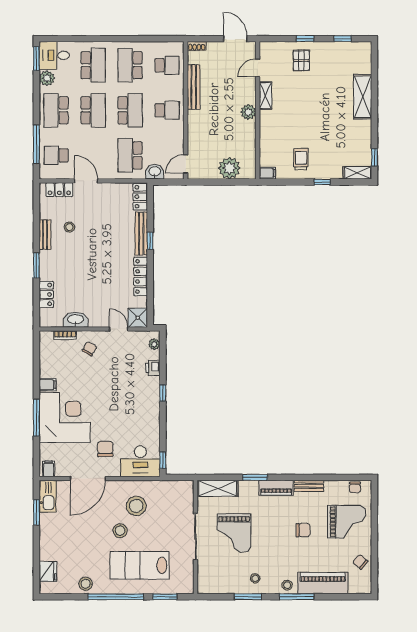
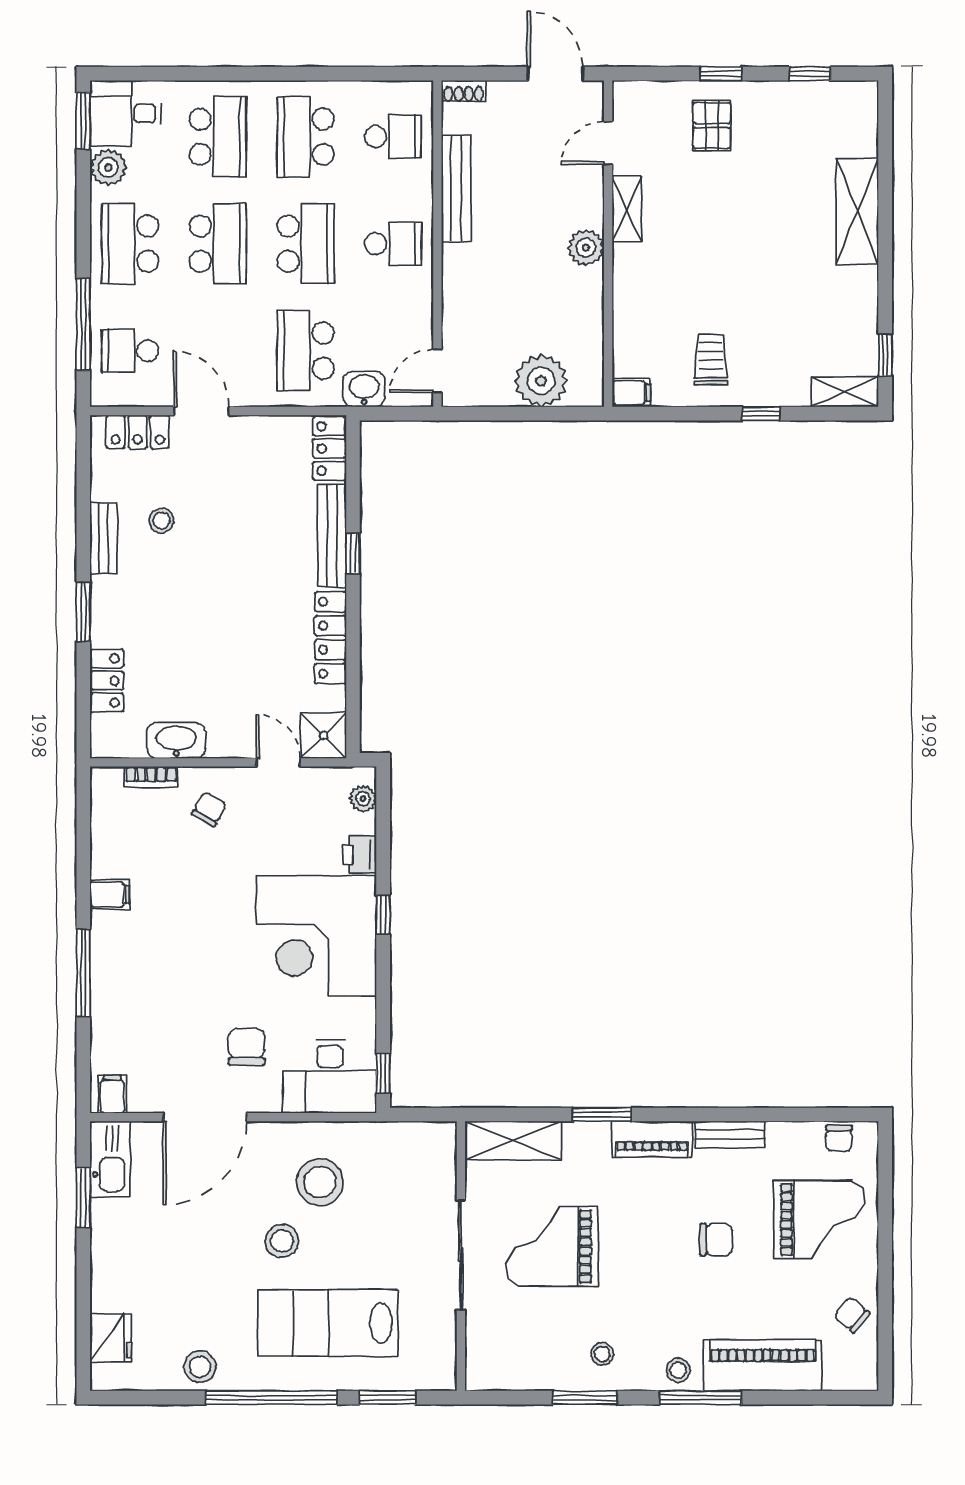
corner desk: (65, 417) -> (316, 936), moved, turned 180
grand piano: (234, 533) -> (552, 1246), turned 90

